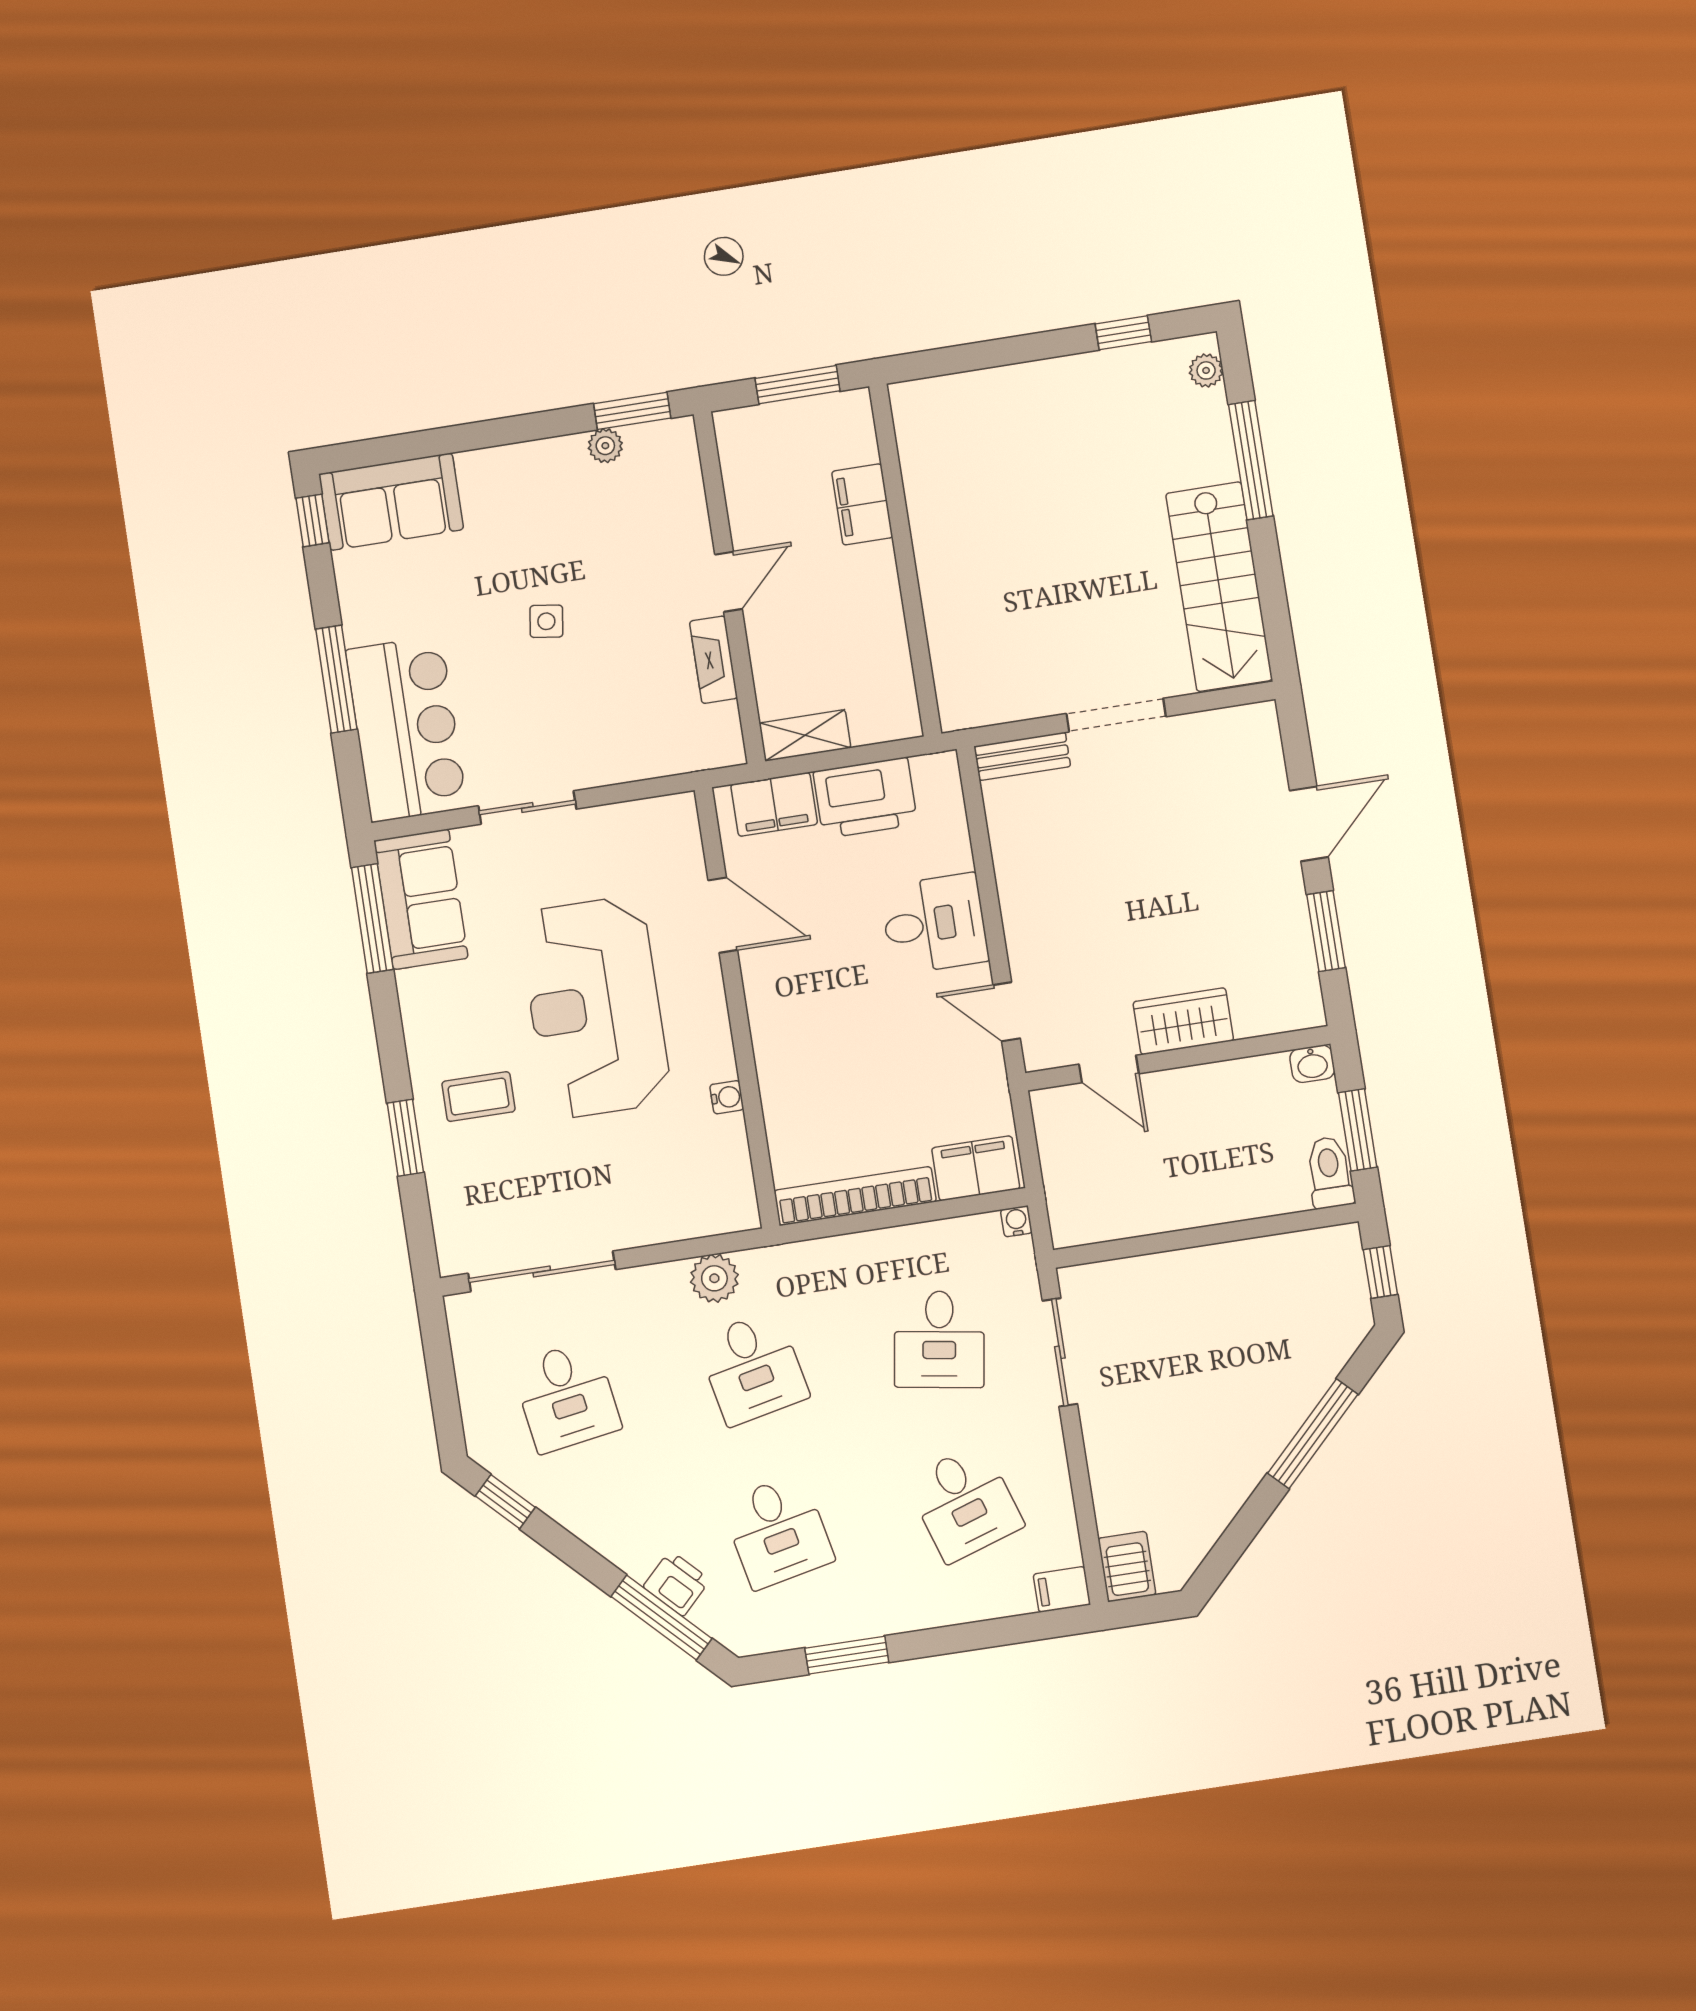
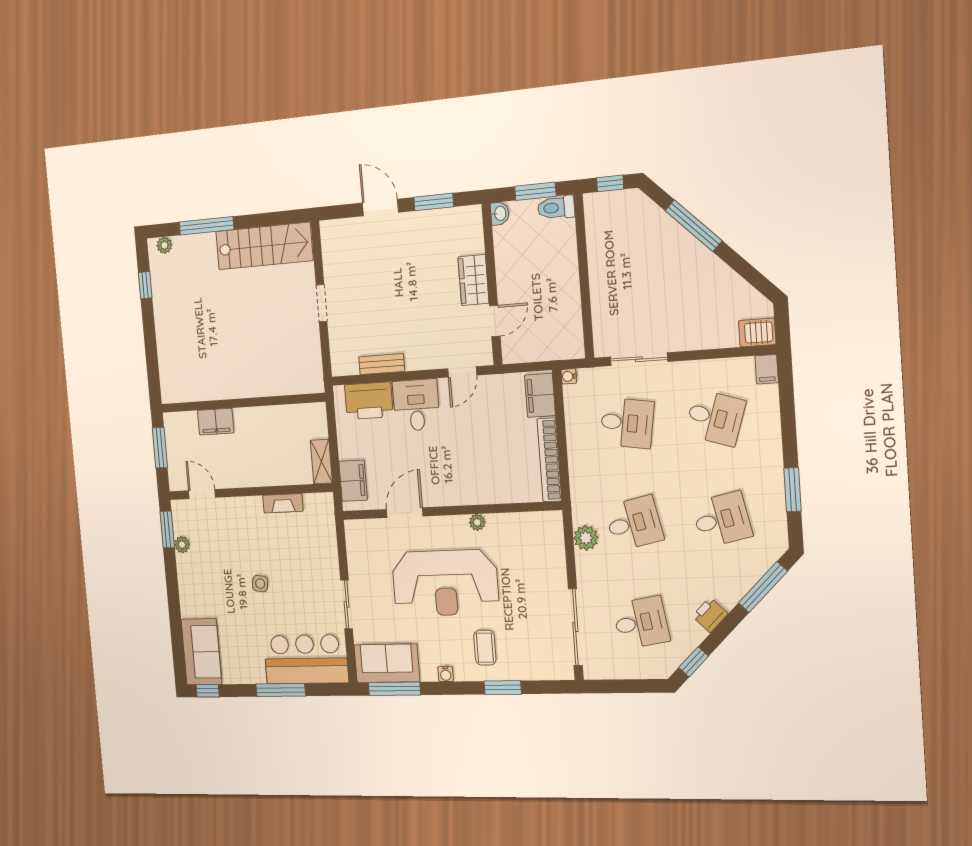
door: (728, 582) -> (202, 494), moved
doorway: (1116, 715) -> (322, 303), width x0.73
bench: (1022, 756) -> (382, 364), moved, turned 90
printer: (865, 798) -> (369, 401), moved, turned 90
plant: (720, 1063) -> (477, 522), added
water cooler: (727, 1097) -> (446, 674), moved, turned 180
desk: (965, 1503) -> (715, 418), turned 36
printer: (677, 1583) -> (710, 615), moved

